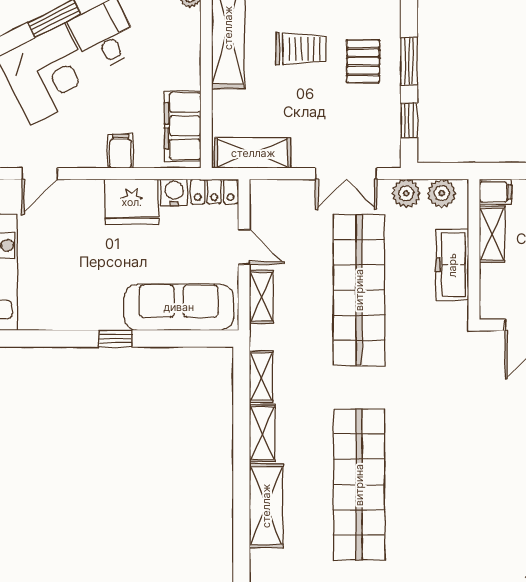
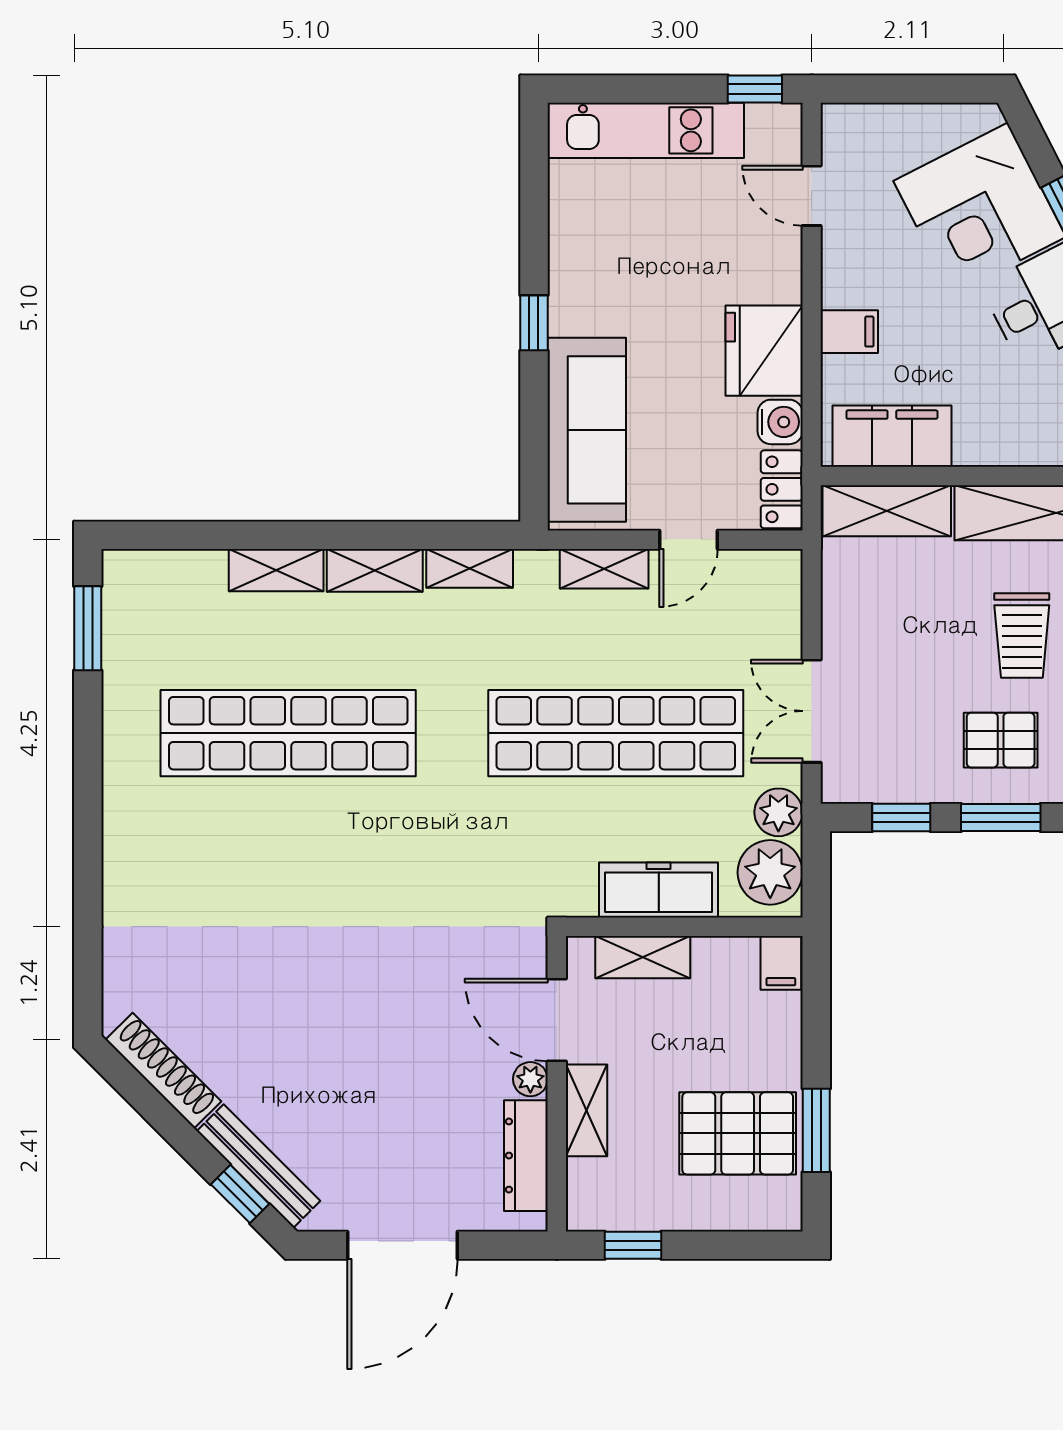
shelving: (253, 153) -> (887, 511), moved, turned 90
plant: (442, 193) -> (770, 872), width x1.36, depth x1.36
shelving: (492, 234) -> (643, 957), moved
shelving: (266, 506) -> (276, 570), width x0.67, depth x0.75

